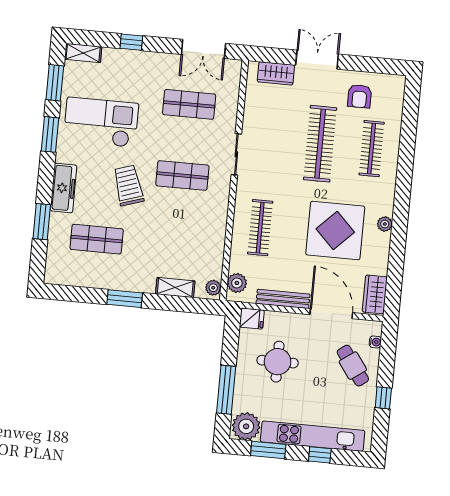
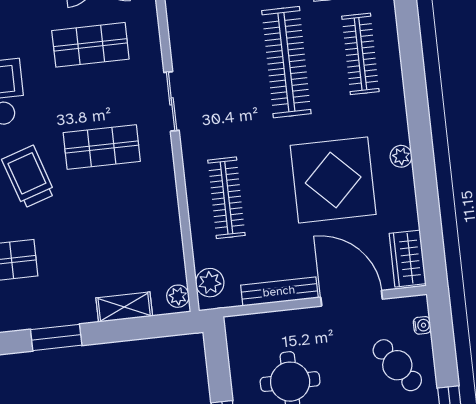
fridge: (252, 319) -> (241, 328), removed

